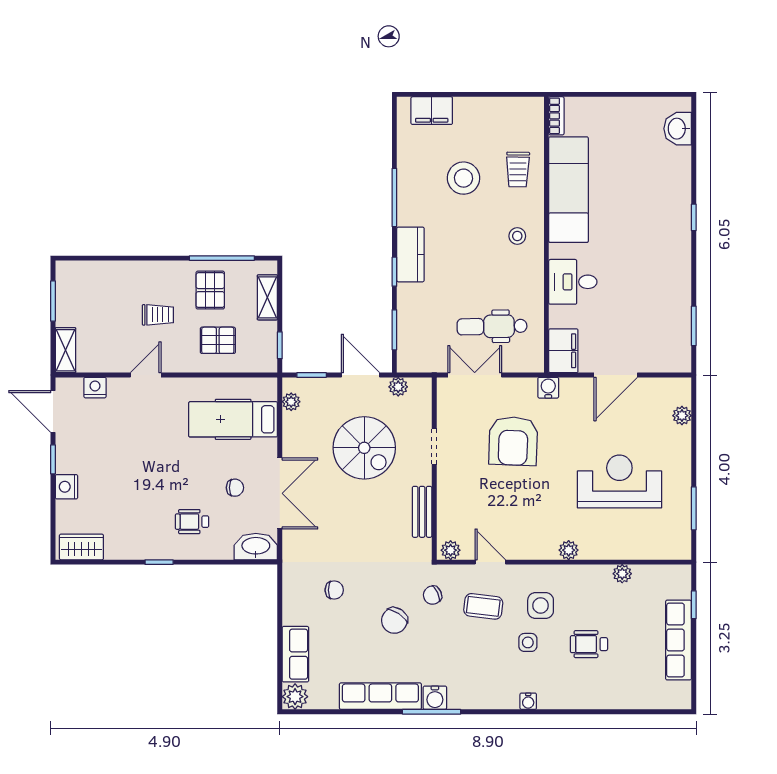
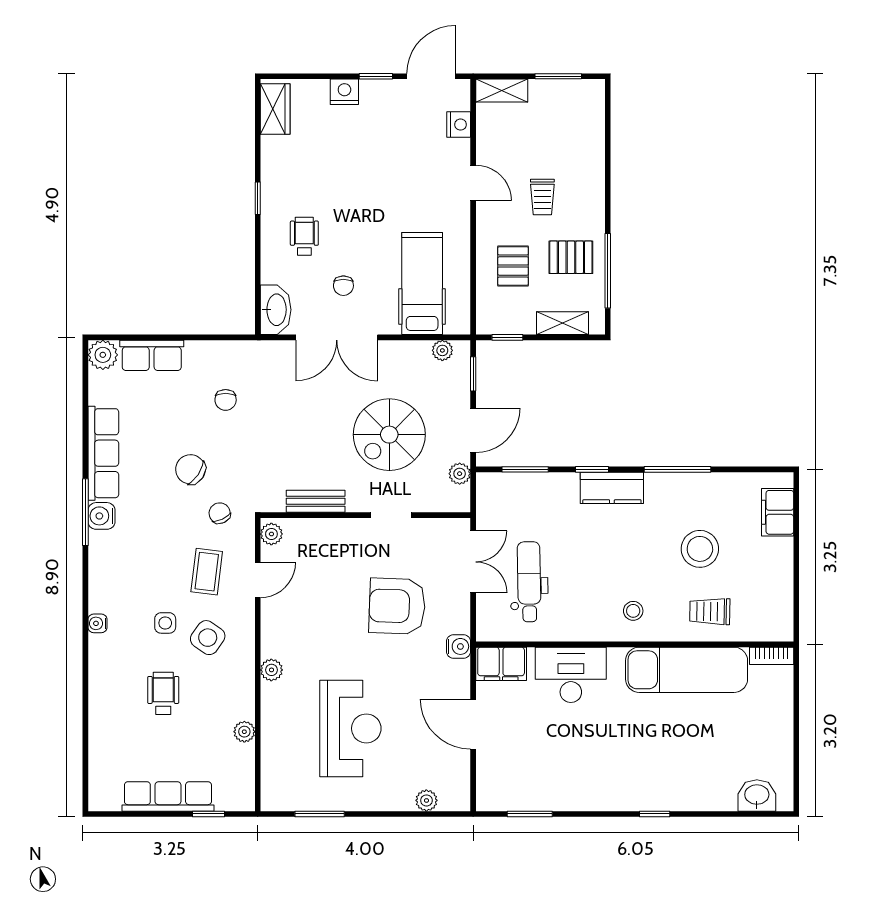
desk: (573, 282) -> (571, 675), width x1.37
side table: (541, 606) -> (208, 638), turned 35

